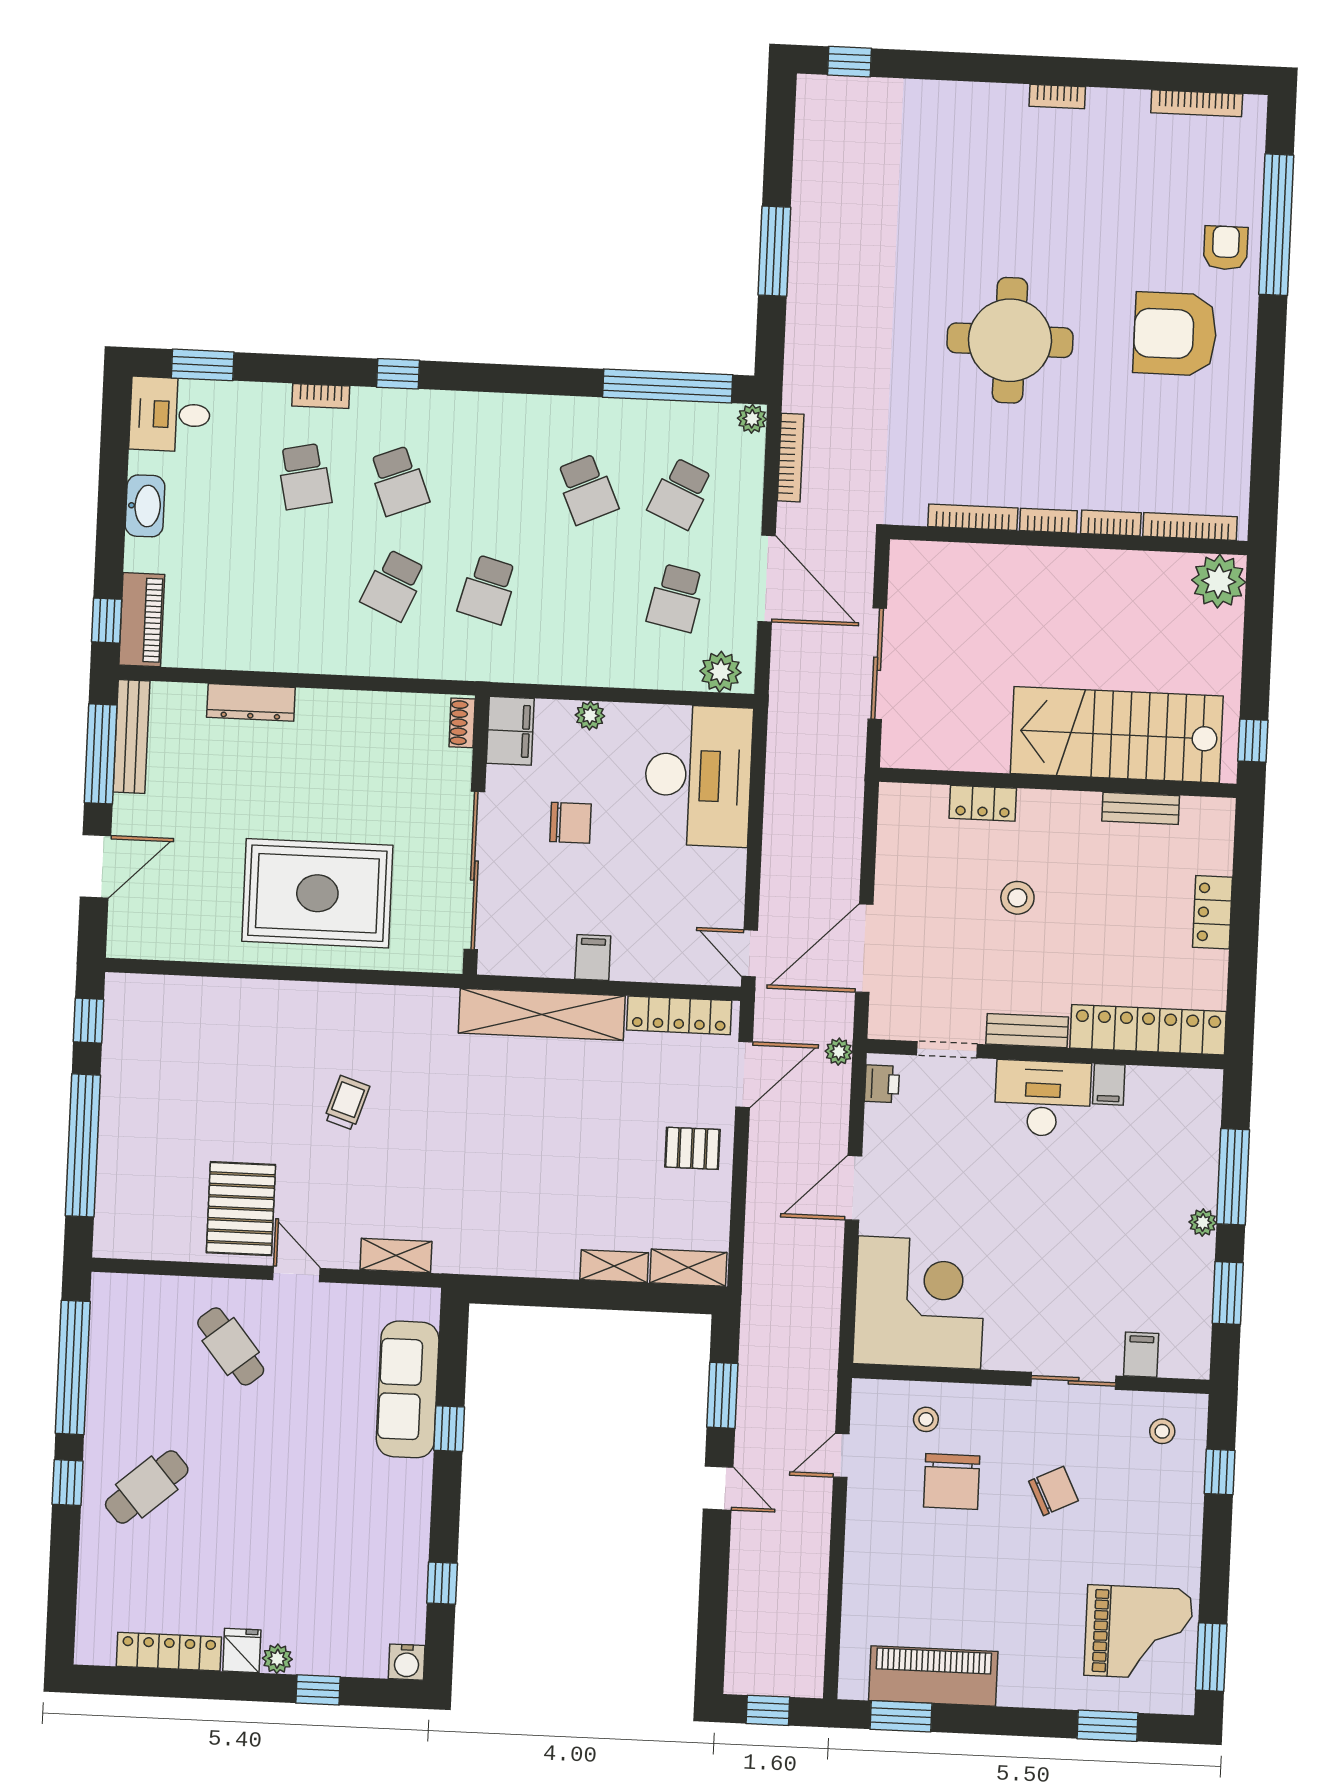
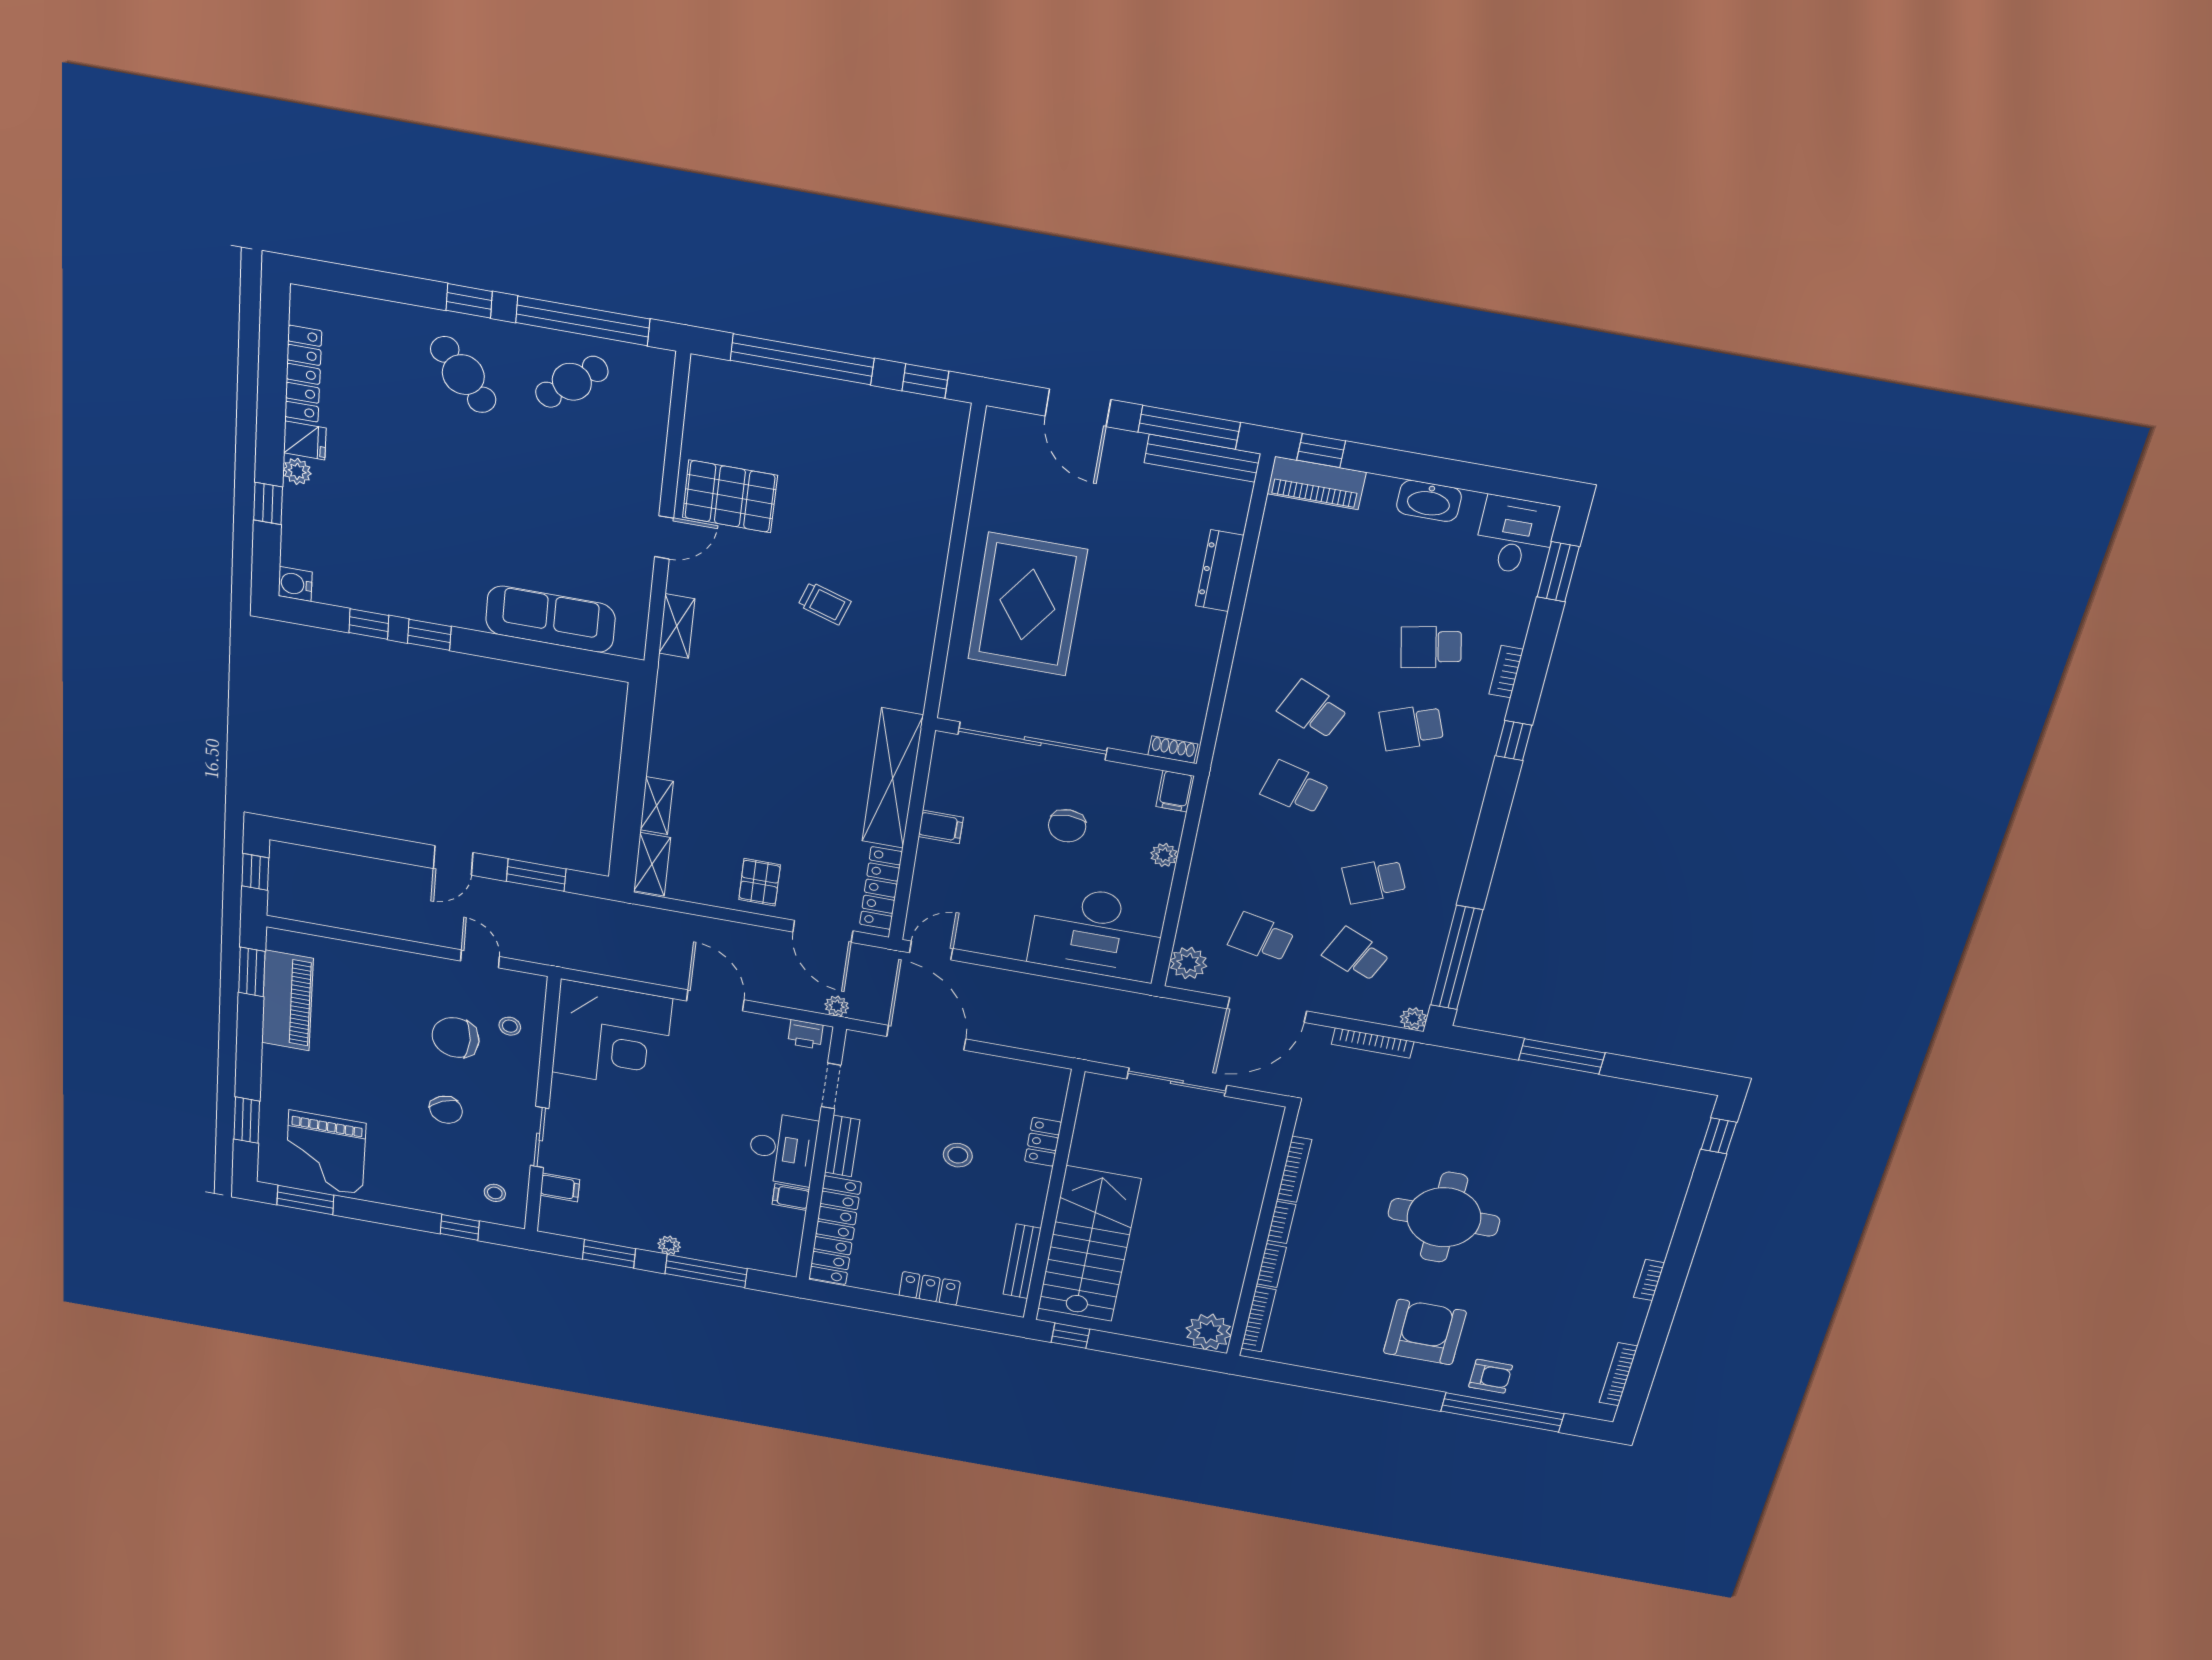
filing cabinet: (510, 731) -> (1175, 791), width x0.50
bench: (1141, 808) -> (1022, 1261), width x1.36
cafe table: (231, 1346) -> (572, 382), moved
window: (449, 1429) -> (429, 635), moved

